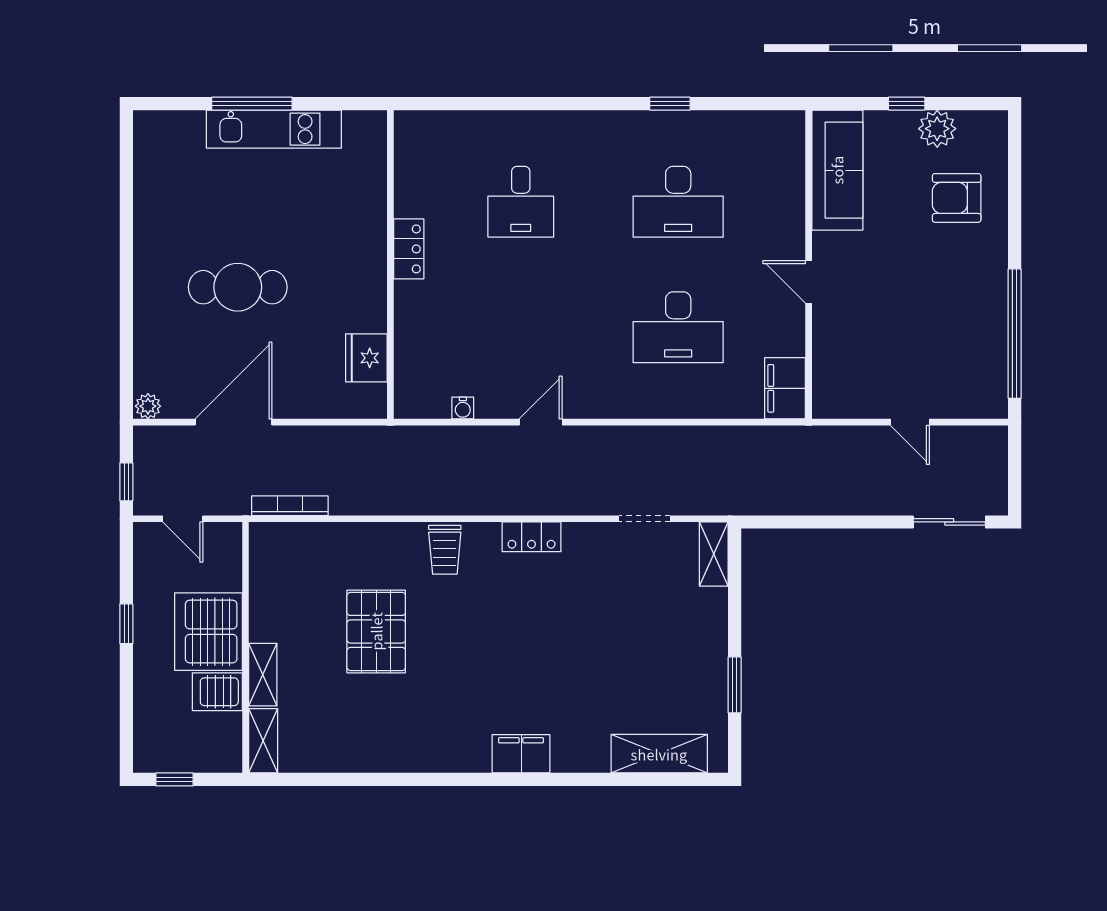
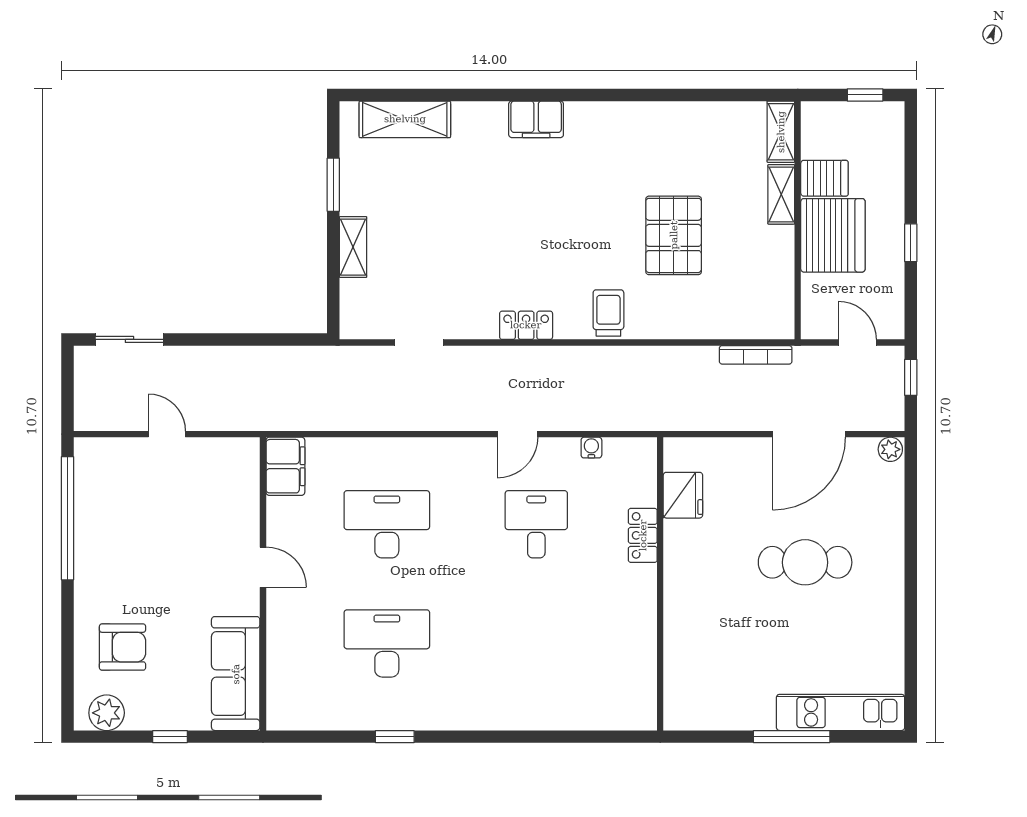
kitchen unit: (274, 129) -> (841, 712), moved
plant: (937, 129) -> (107, 713), moved
desk: (521, 202) -> (536, 524), moved
locker: (409, 249) -> (643, 535), moved
shelving: (714, 554) -> (353, 247), moved

